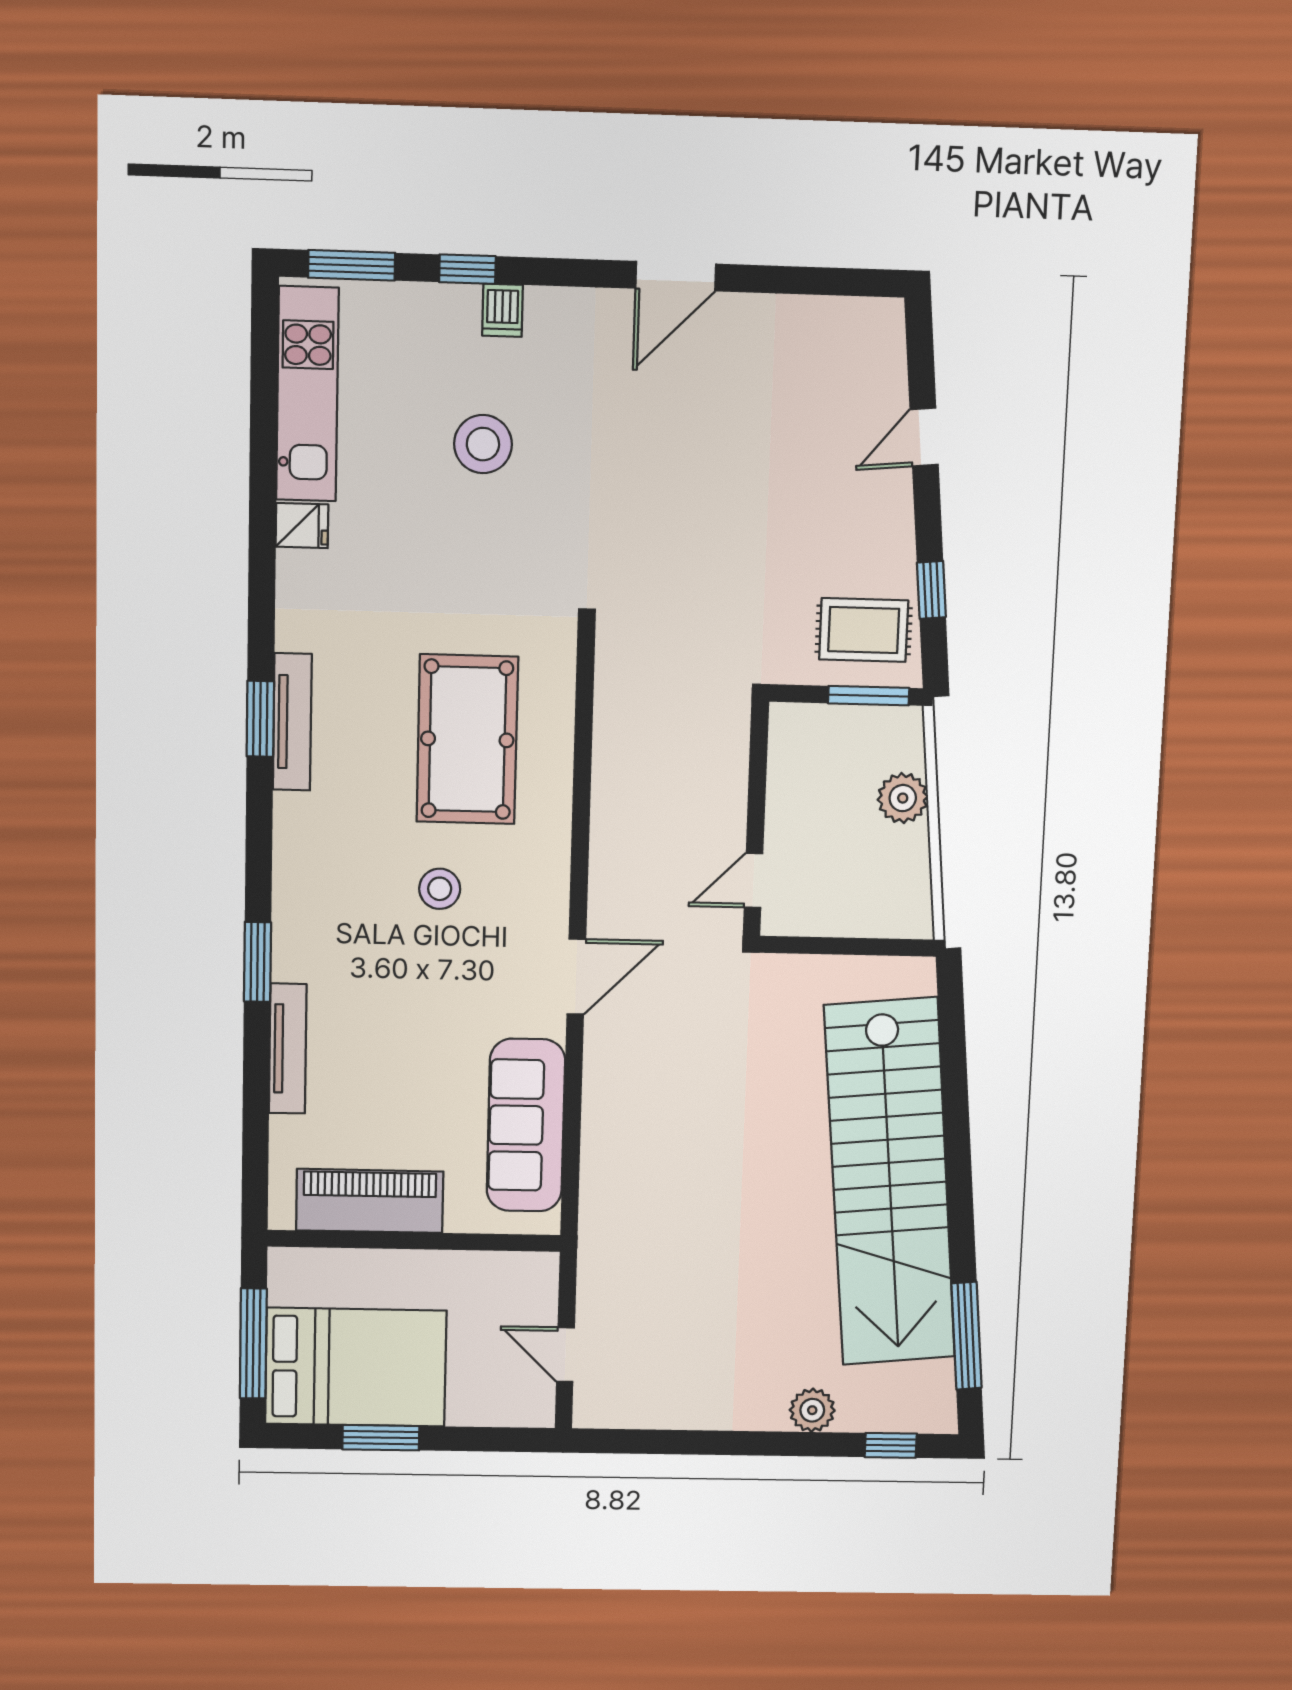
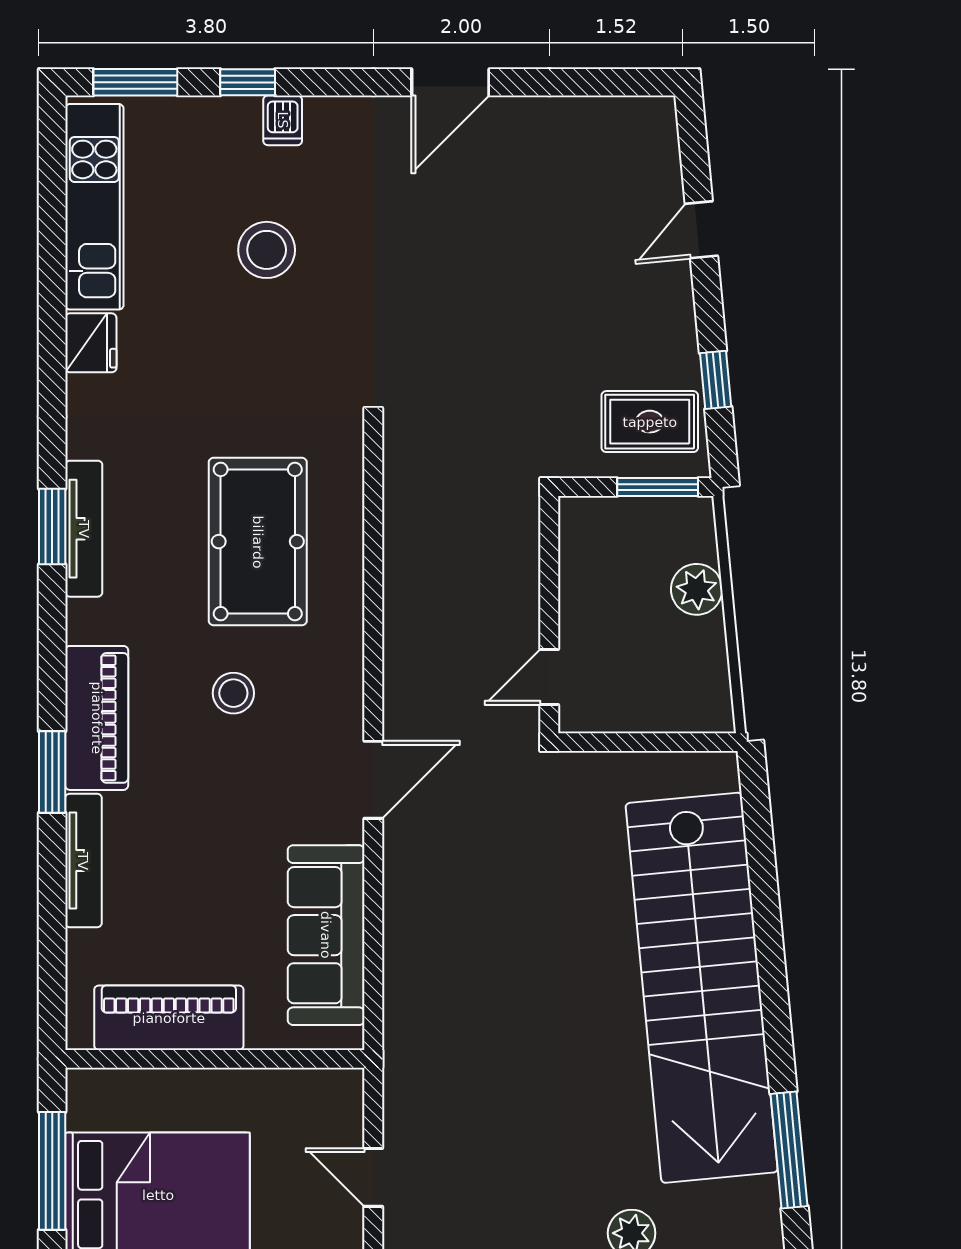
fridge: (302, 526) -> (91, 343), width x1.38
piano: (303, 910) -> (97, 718), added

